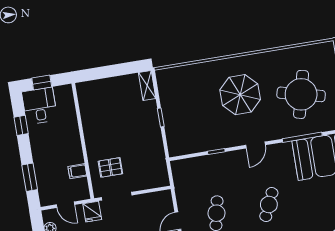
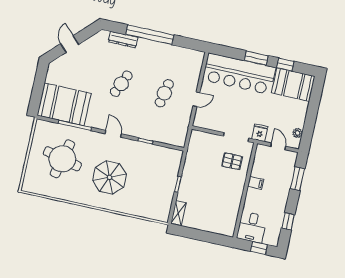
desk: (40, 106) -> (252, 227), moved
door: (255, 145) -> (113, 134), hinge flipped
filing cabinet: (77, 171) -> (256, 183), moved

